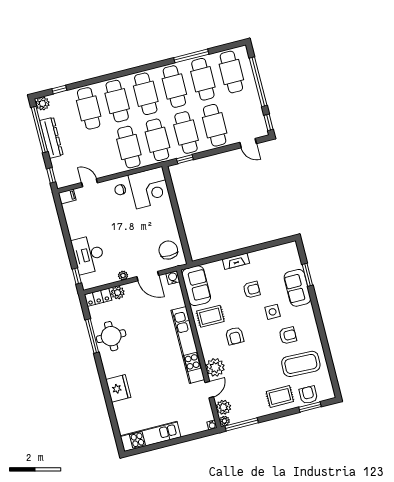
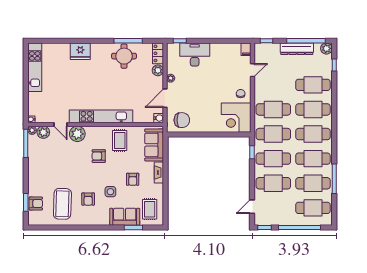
sofa: (196, 286) -> (154, 145), moved, turned 90
rug: (280, 396) -> (150, 209), moved

